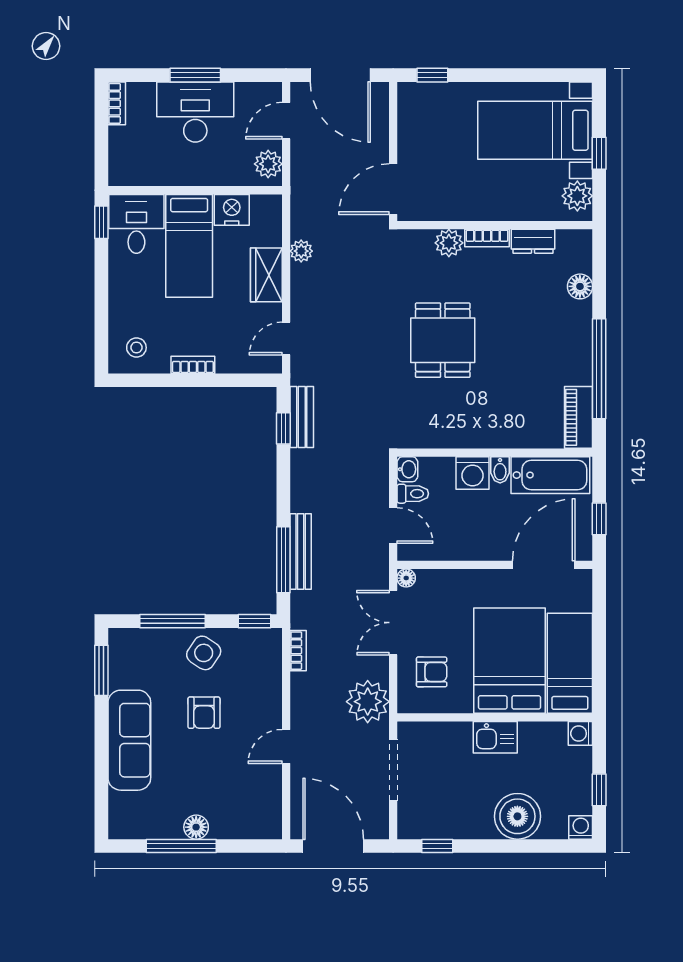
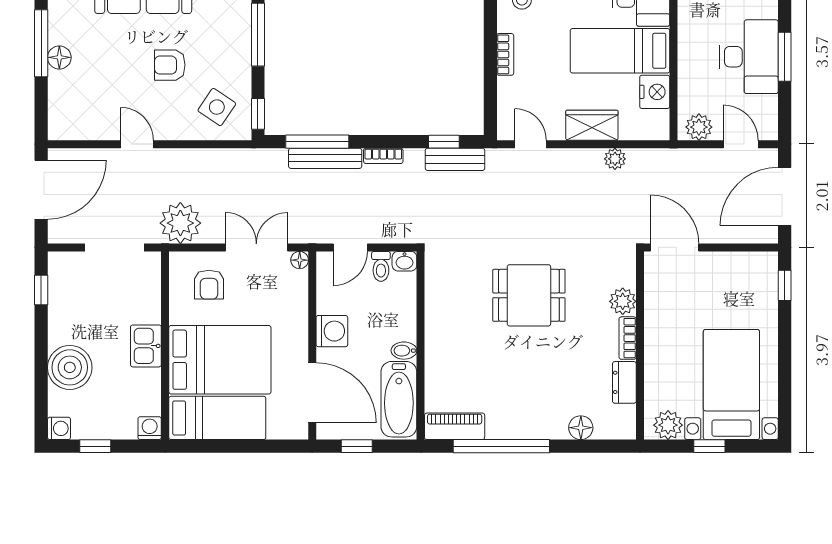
washing machine: (473, 473) -> (332, 331), moved, turned 180
bookcase: (298, 651) -> (383, 156), moved
side table: (204, 653) -> (217, 107), moved

